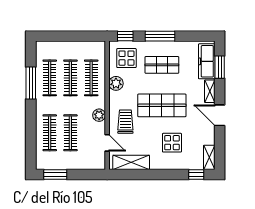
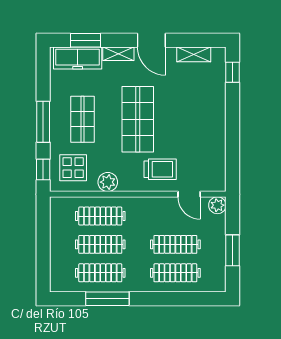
plant: (99, 115) -> (217, 205), moved
door: (220, 115) -> (151, 40), hinge flipped
trolley: (125, 122) -> (160, 169), turned 180
door: (107, 143) -> (189, 194), swing flipped
display table: (172, 143) -> (189, 105), removed
shelving: (209, 157) -> (194, 54), moved
shelving: (131, 162) -> (216, 161), removed
window: (55, 175) -> (233, 250), moved

